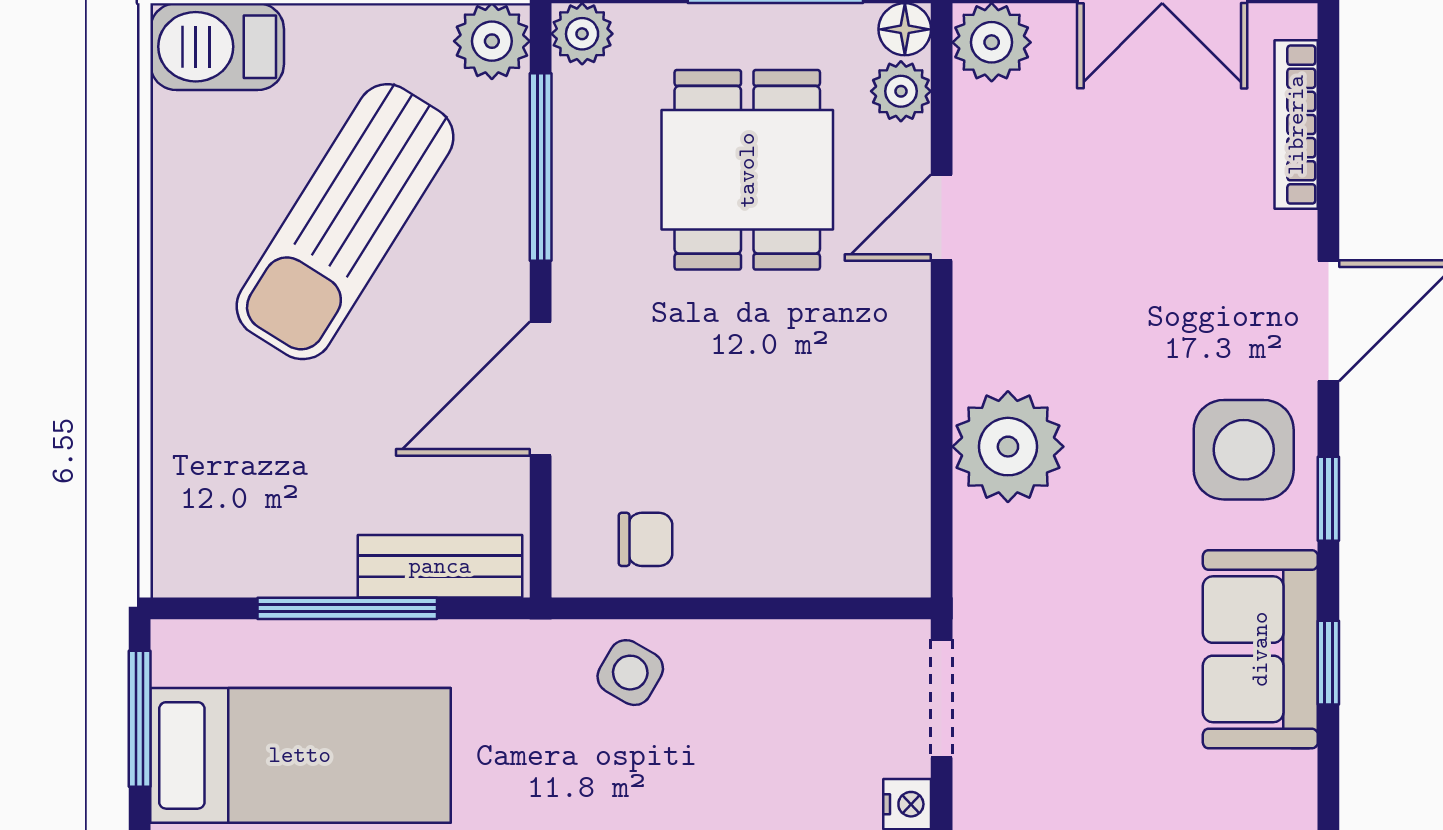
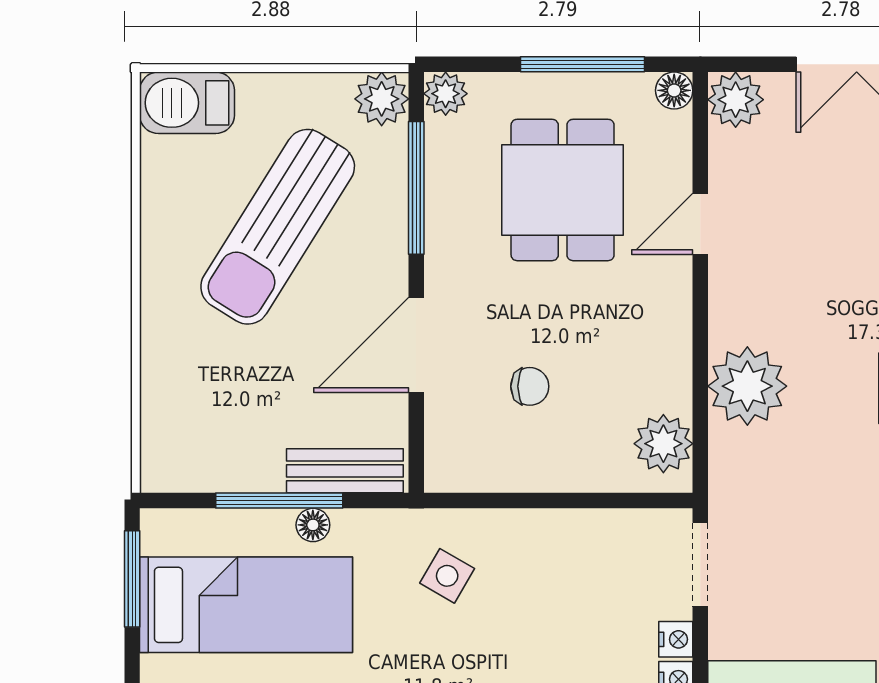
plant: (901, 91) -> (663, 444), moved, width x1.38, depth x1.38
chair: (645, 539) -> (530, 386), moved
floor lamp: (395, 643) -> (313, 525), added
side table: (630, 673) -> (447, 576), moved

